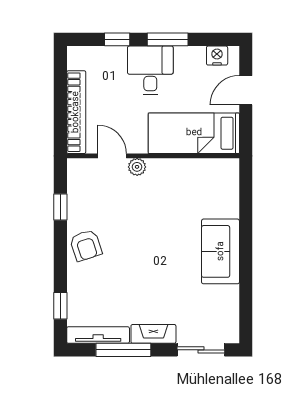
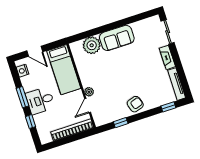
plant: (222, 200) -> (92, 45), added
window: (123, 350) -> (180, 69), removed

